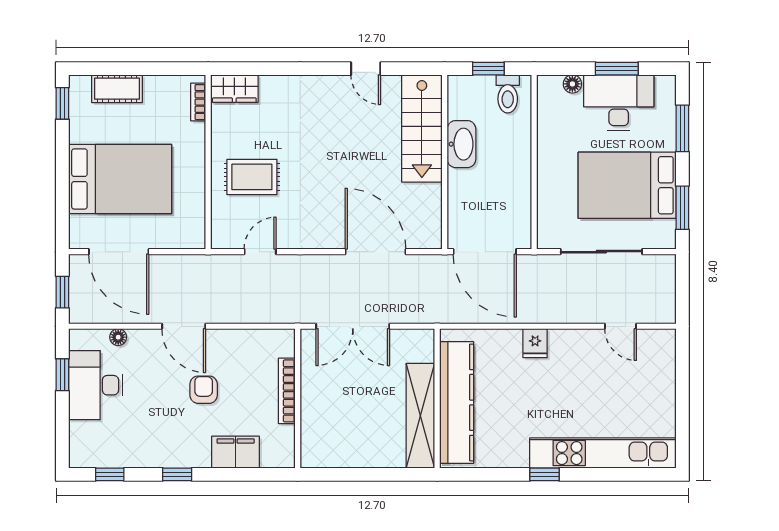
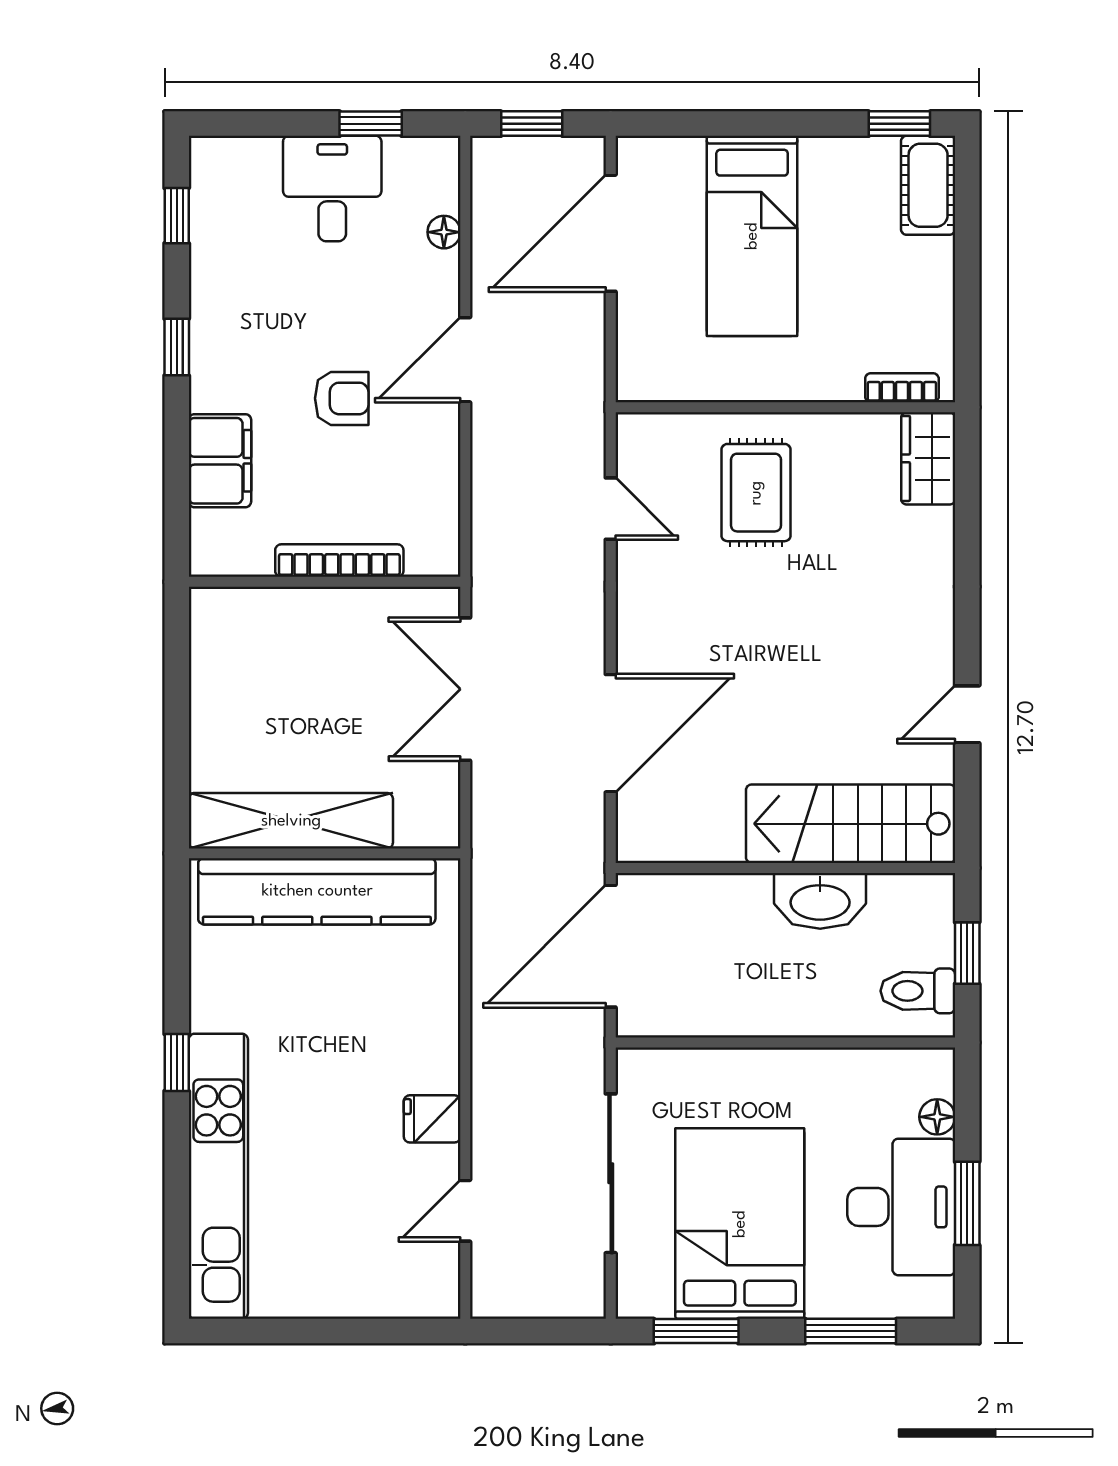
cot: (117, 89) -> (928, 185), moved
bed: (120, 179) -> (752, 236), width x0.67
fridge: (535, 343) -> (432, 1119), moved
desk: (96, 385) -> (332, 189), width x0.73

